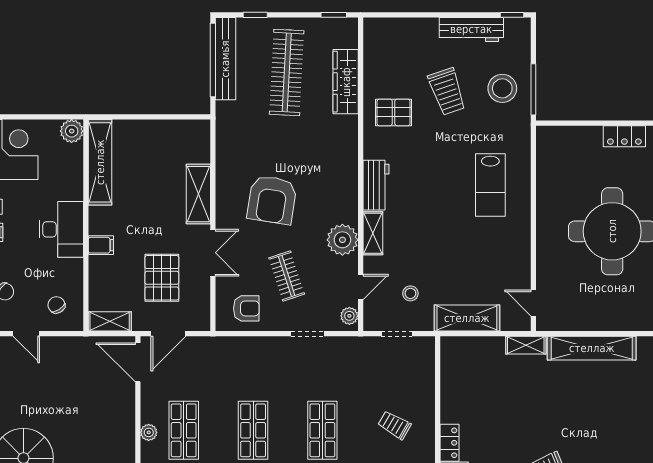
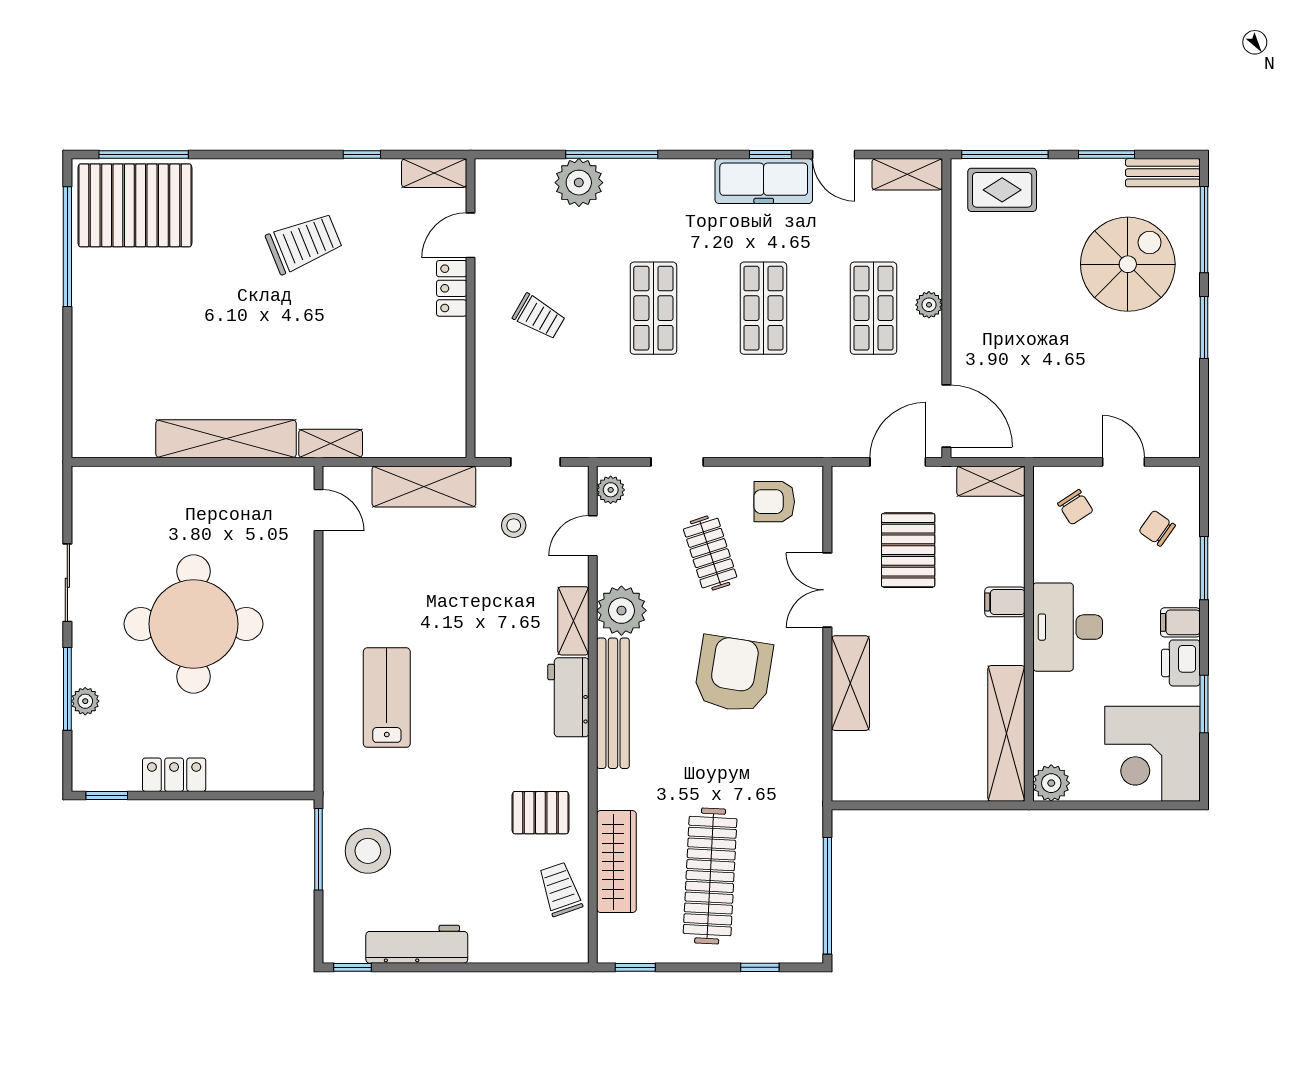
bench: (225, 59) -> (613, 703), moved
trolley: (447, 92) -> (560, 889), moved, width x0.73, depth x0.72

